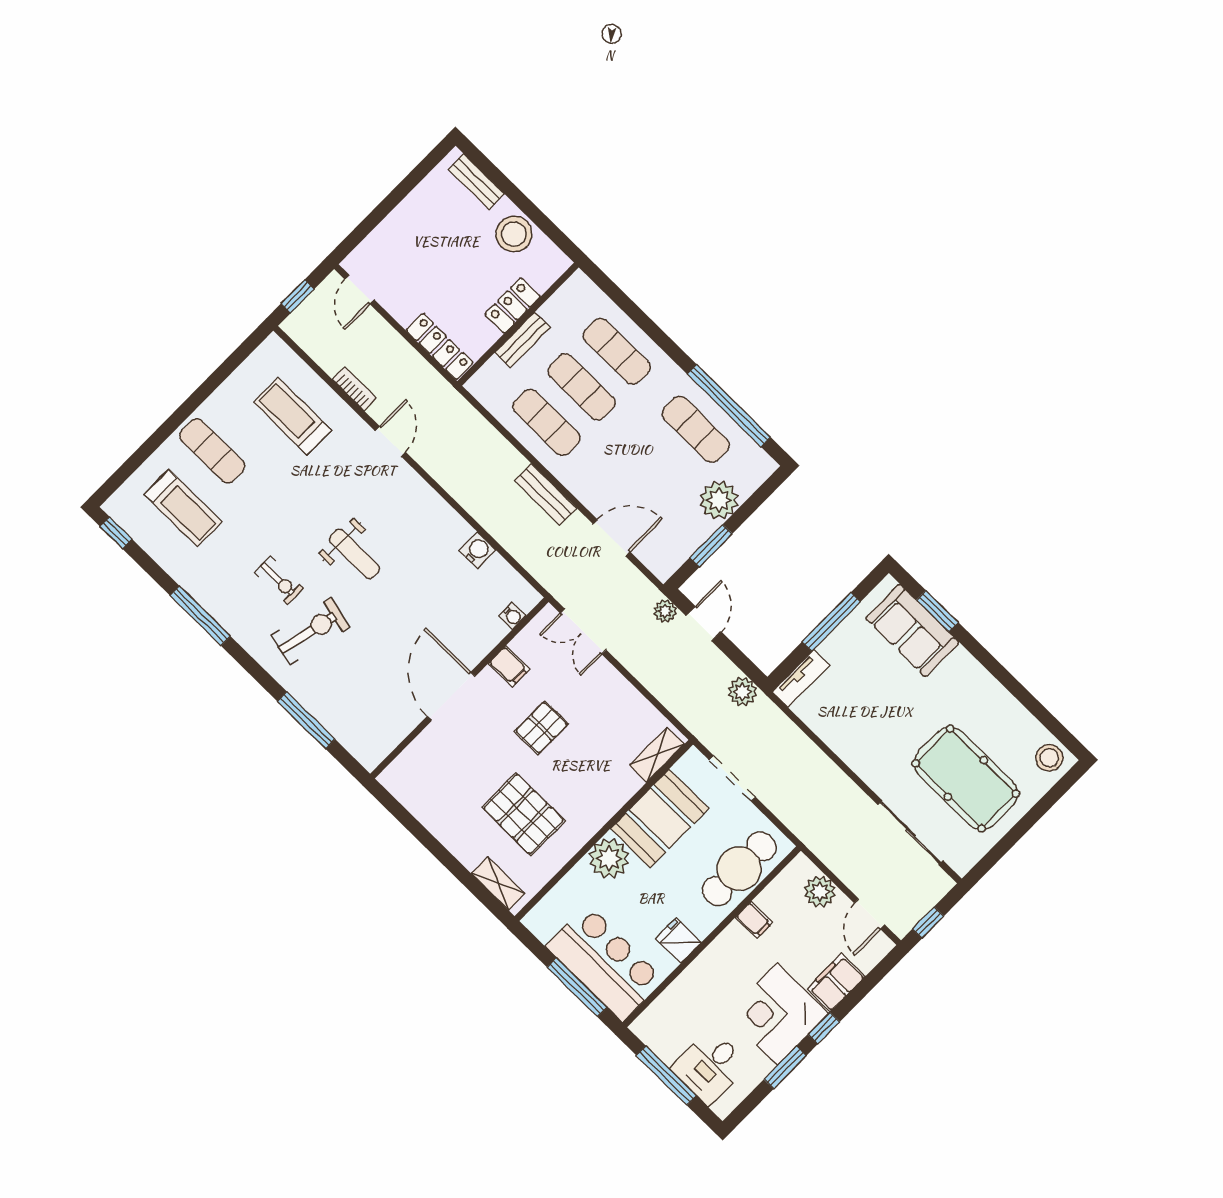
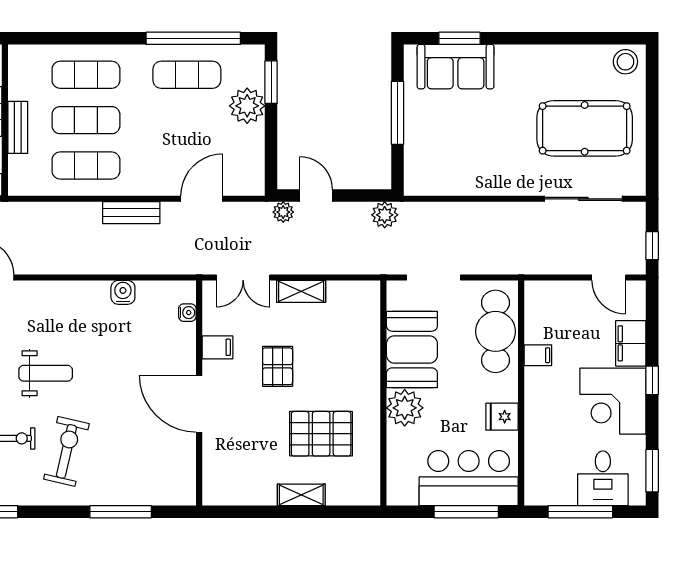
window: (711, 546) -> (271, 82), moved
tv unit: (801, 678) -> (414, 169), removed
shelving: (657, 755) -> (301, 291), moved, turned 90
shelving: (498, 883) -> (301, 495), moved
plant: (820, 892) -> (562, 295), removed
window: (785, 1067) -> (652, 471), moved

